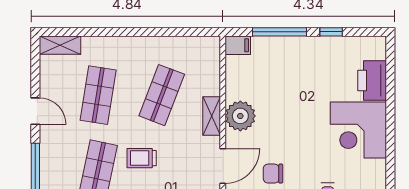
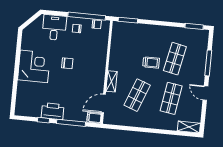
printer: (372, 80) -> (53, 111), moved, turned -90
plant: (240, 116) -> (96, 80), removed
door: (223, 166) -> (103, 104), moved
chair: (273, 174) -> (67, 63), moved

